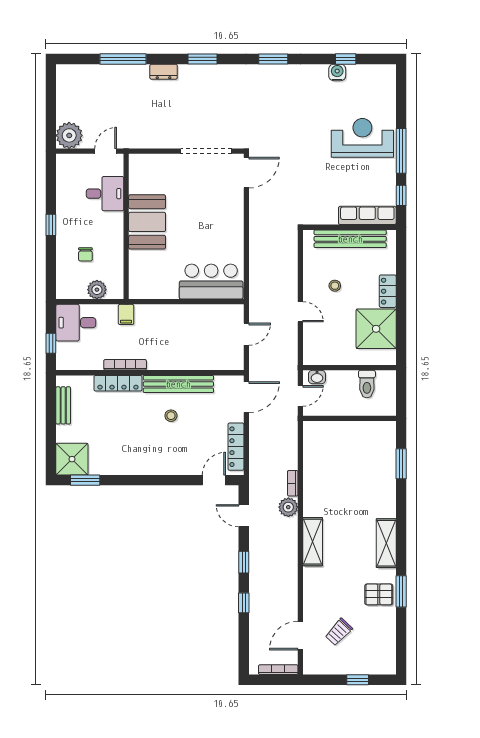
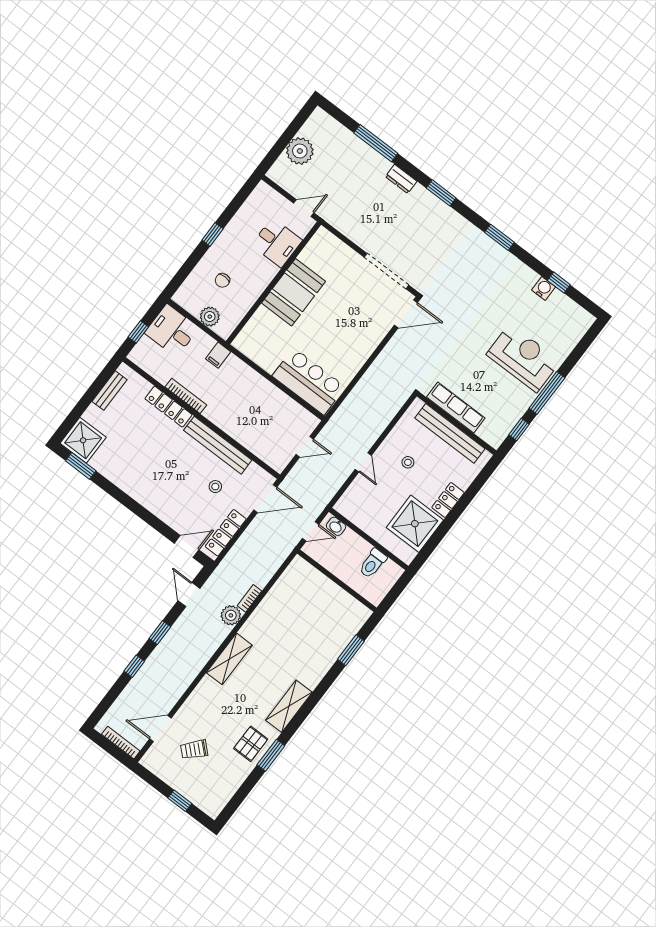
plant: (69, 135) -> (300, 151), moved
row of seats: (367, 215) -> (456, 407), moved
stool: (171, 416) -> (215, 487), moved
pallet: (379, 594) -> (251, 744), turned 90

